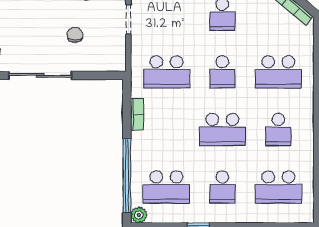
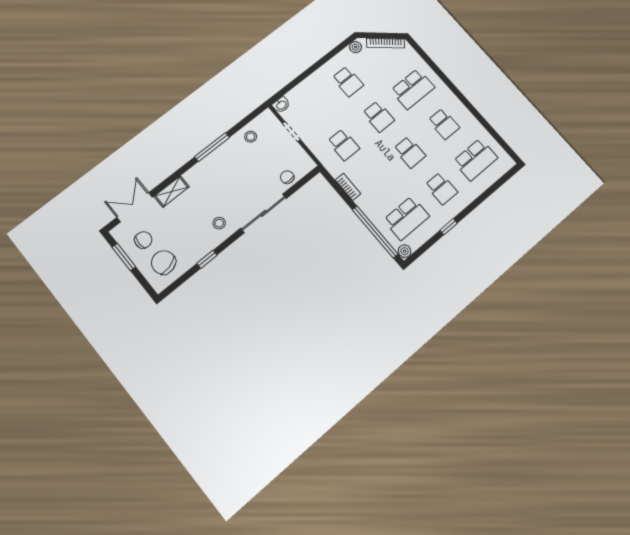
chair: (75, 35) -> (287, 177), moved
school desk: (166, 72) -> (344, 145), width x0.54
school desk: (222, 129) -> (410, 152), width x0.54

